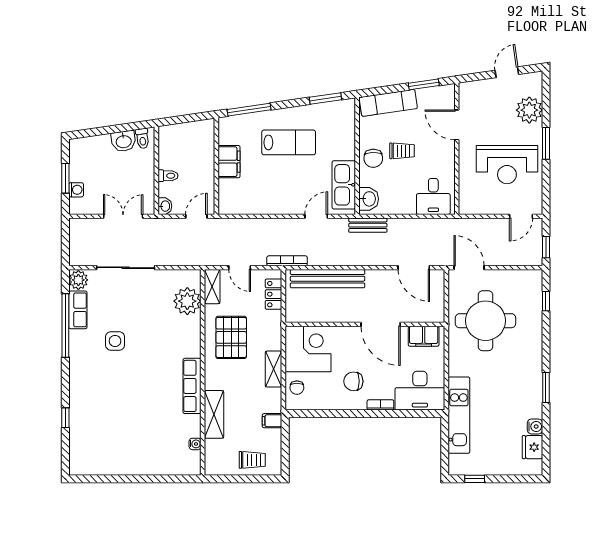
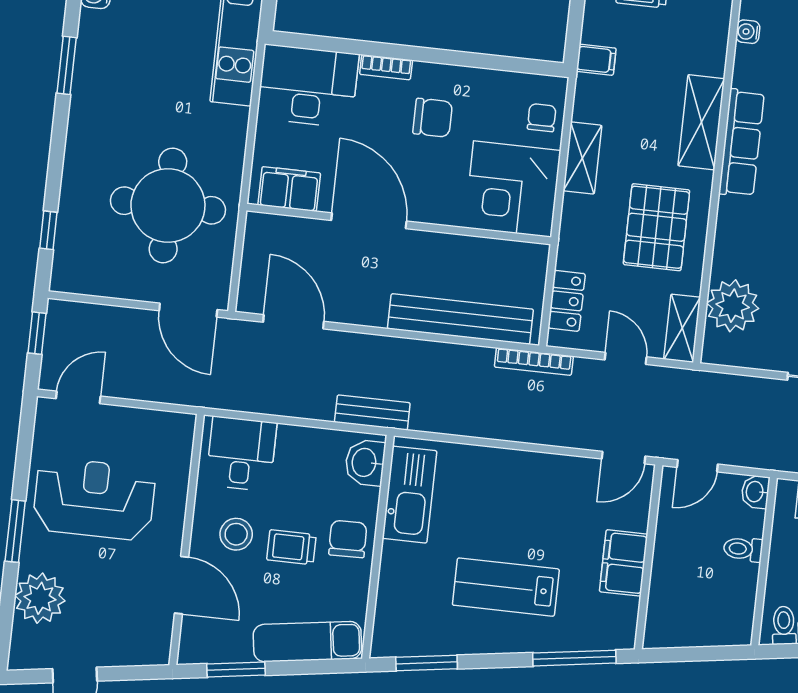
stool: (431, 154) -> (236, 534), added
door: (316, 216) -> (624, 458), moved
shelving: (214, 414) -> (701, 122), moved

